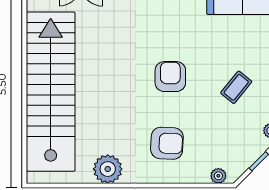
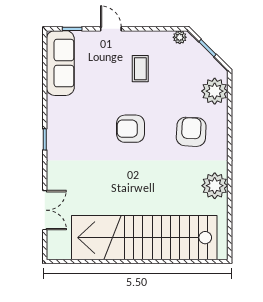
coffee table: (236, 87) -> (140, 69), turned 51
plant: (218, 176) -> (215, 91), width x1.88, depth x1.88

